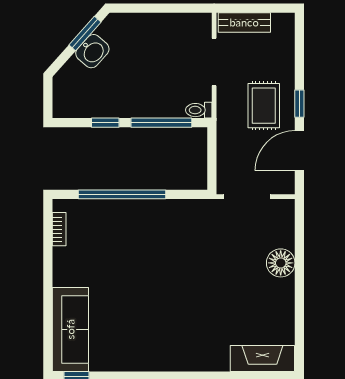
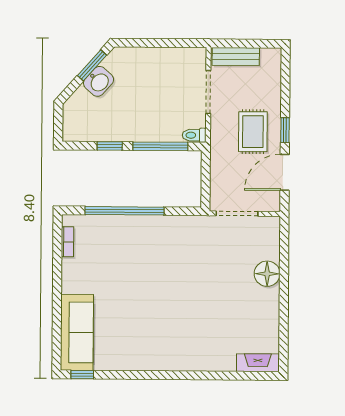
fireplace: (262, 359) -> (258, 363), width x0.73, depth x0.76

